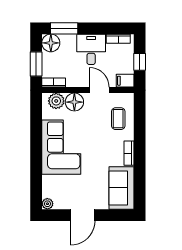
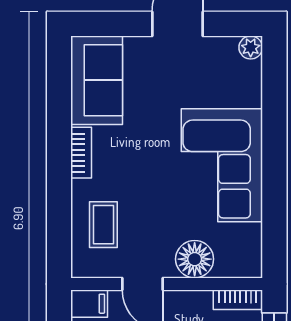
plant: (56, 101) -> (232, 261), removed

